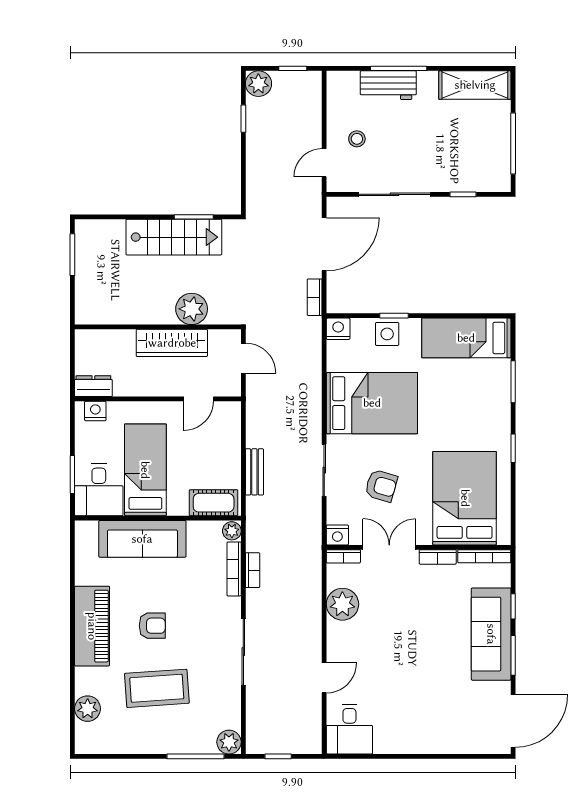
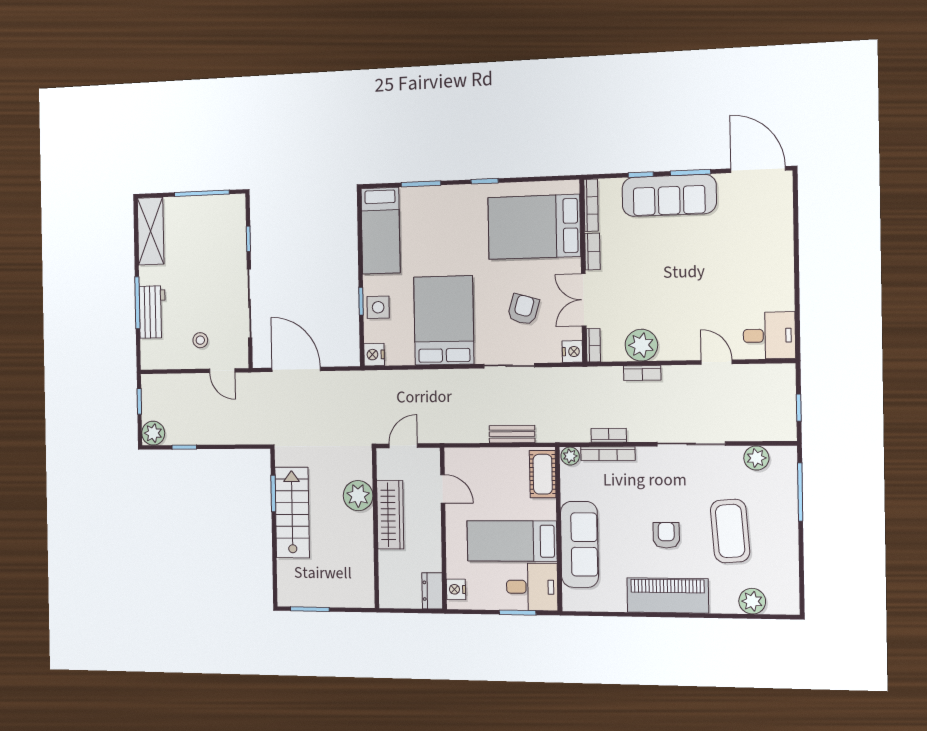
bookcase: (315, 297) -> (642, 373), moved
plant: (229, 742) -> (756, 458), moved

